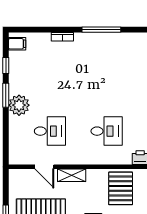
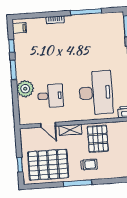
plant: (19, 105) -> (25, 89), moved
desk: (107, 131) -> (96, 93), width x1.87, depth x1.30
pallet: (121, 188) -> (98, 139), moved

